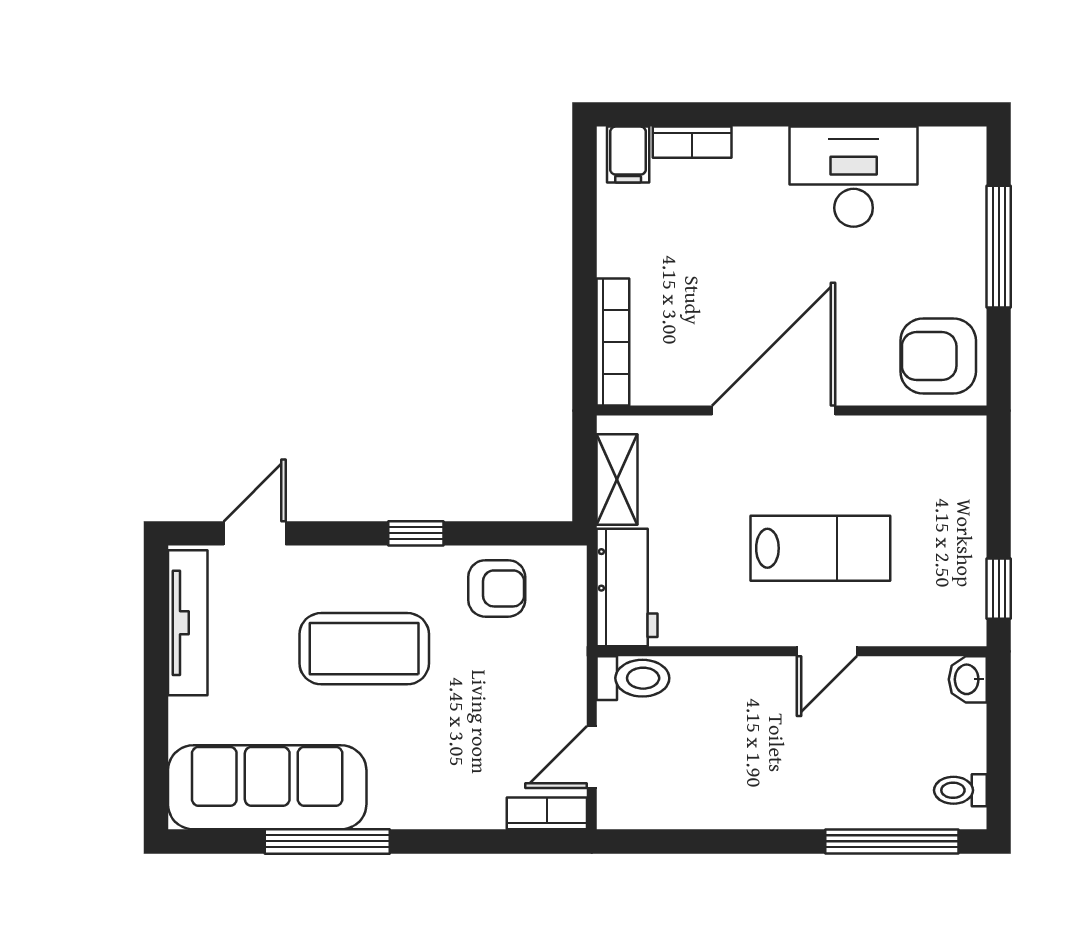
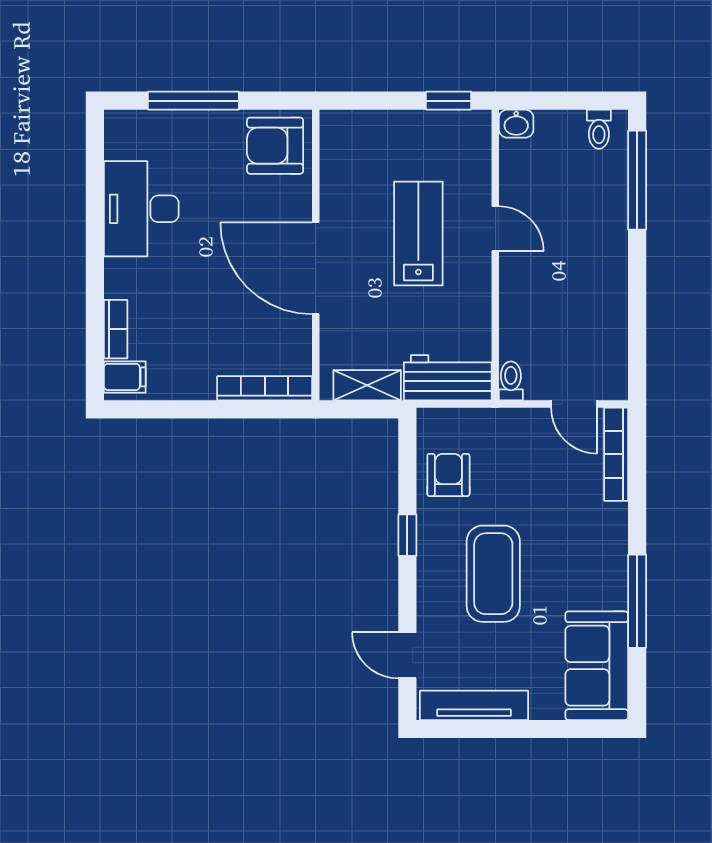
armchair: (938, 356) -> (275, 146), turned 90
toilet: (633, 678) -> (511, 381), width x0.73, depth x0.72
sofa: (267, 787) -> (597, 666), width x0.73
bookcase: (547, 813) -> (616, 454), width x1.56

